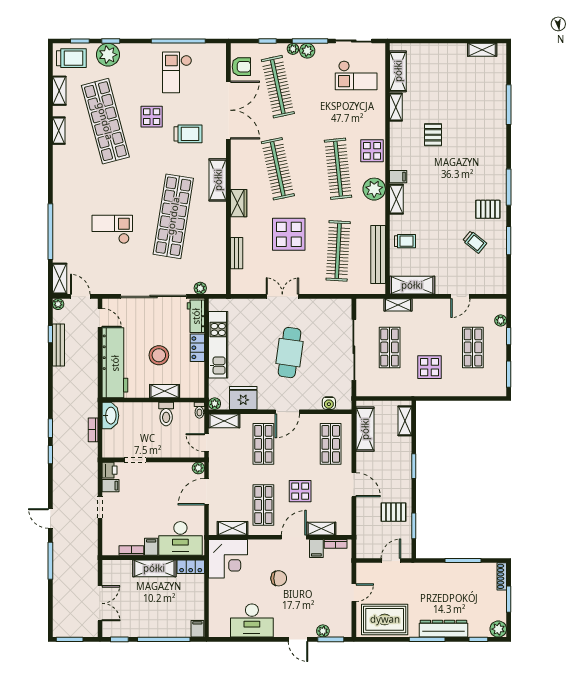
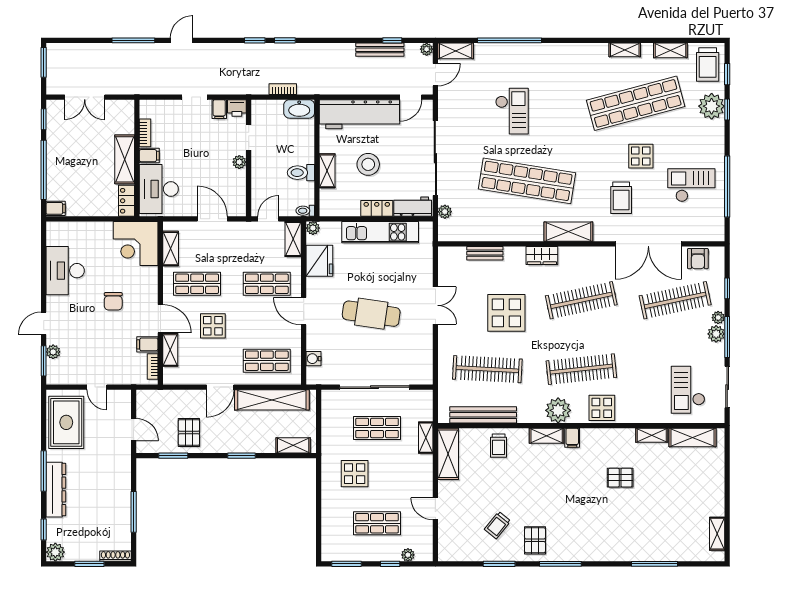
shelving: (365, 429) -> (272, 400), width x1.47
plant: (198, 468) -> (239, 162), moved

